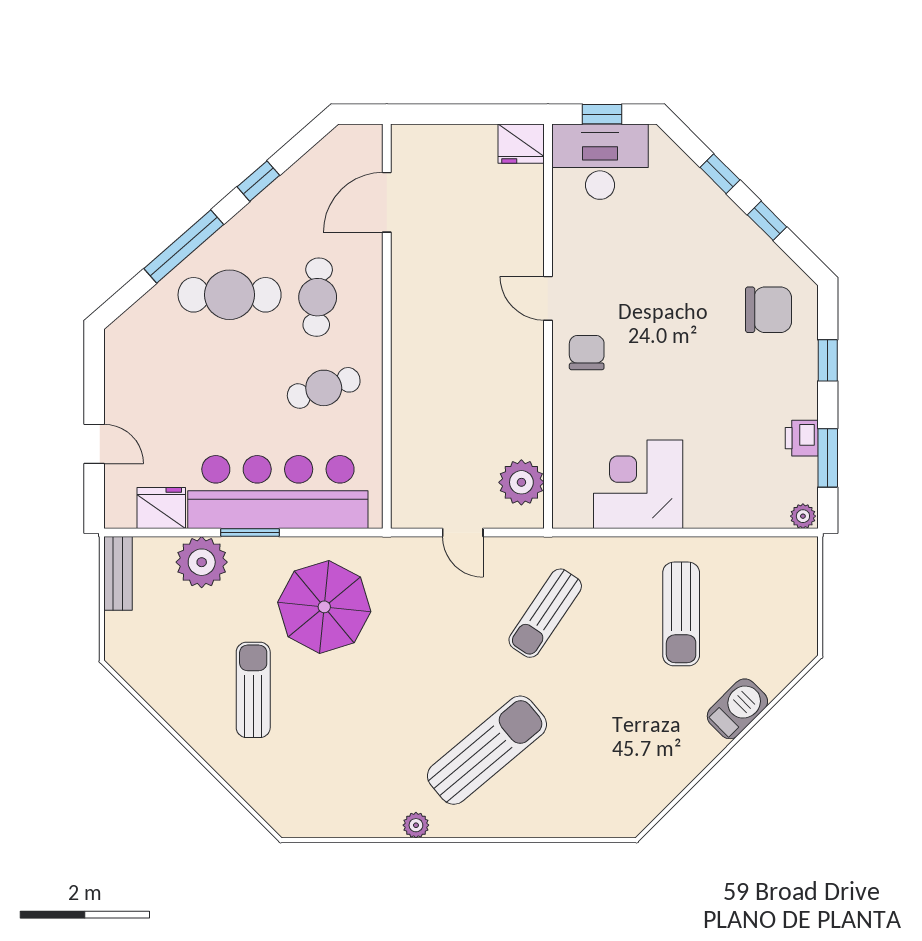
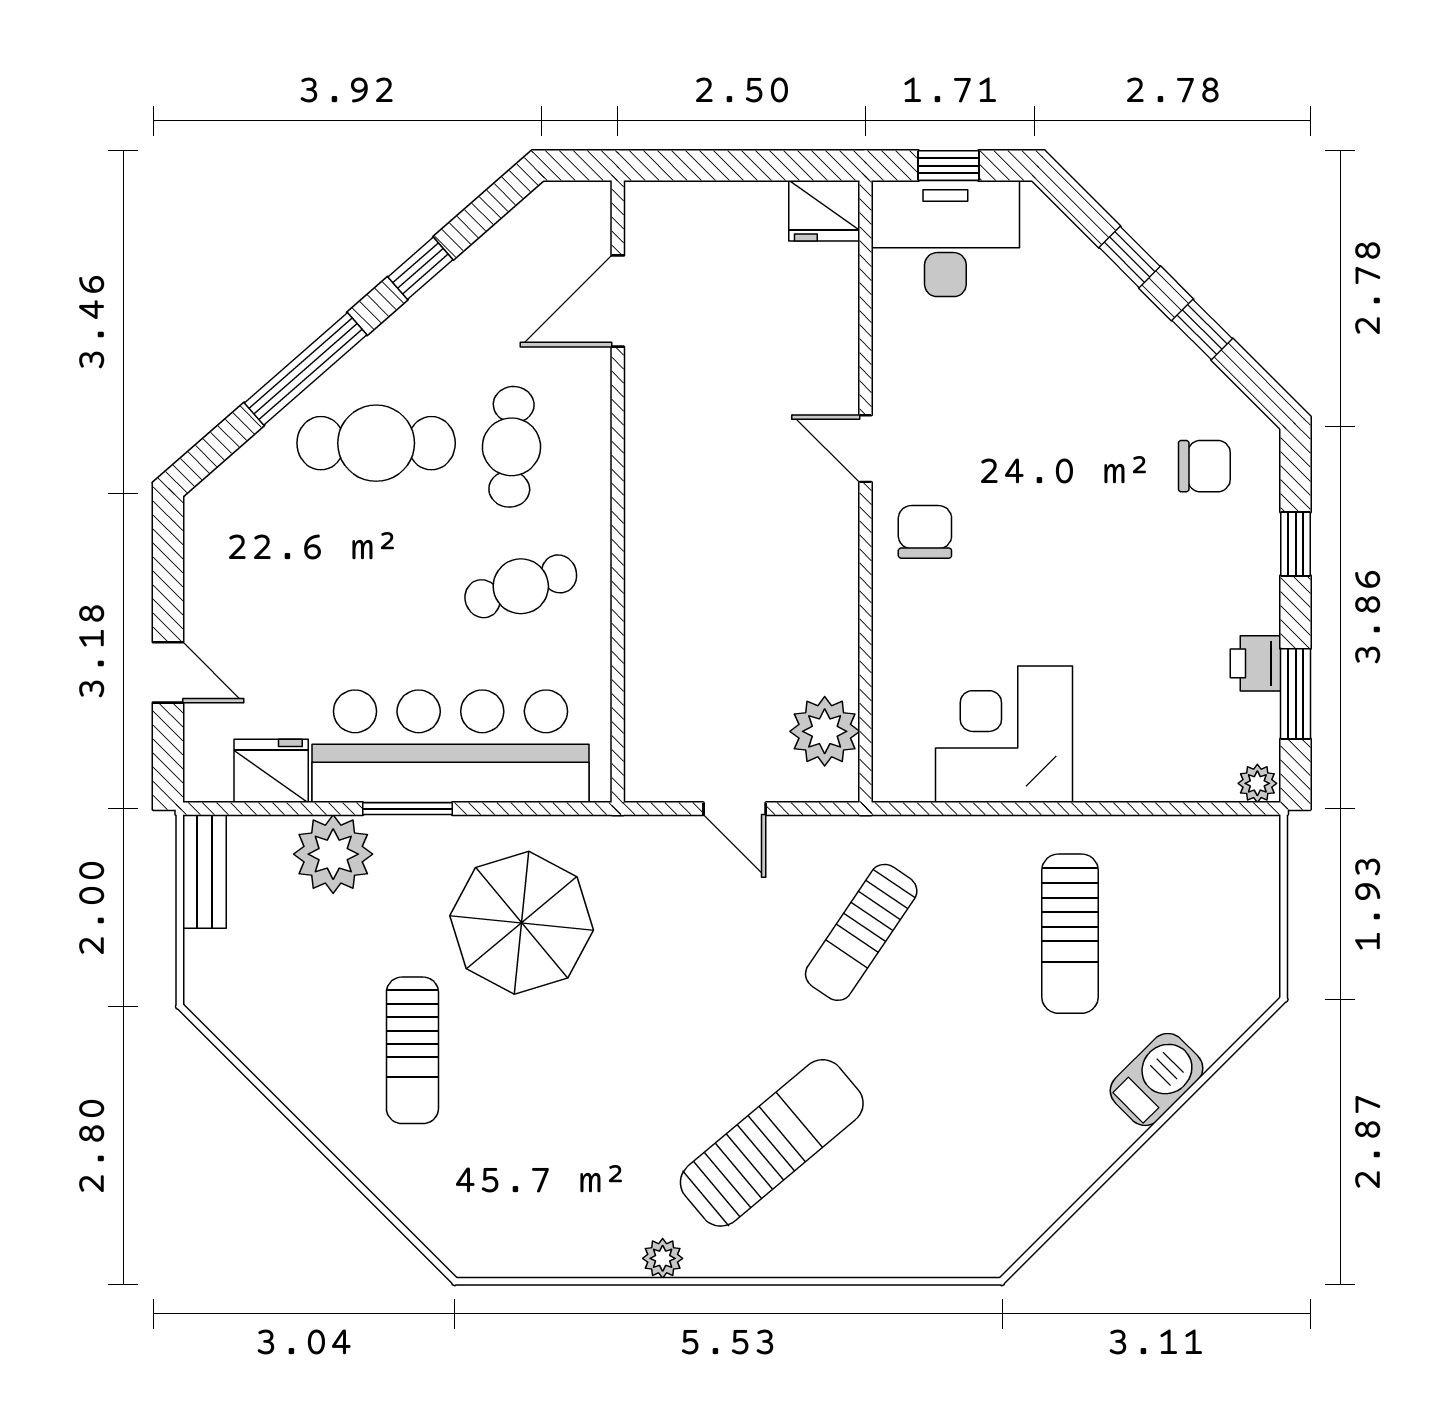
chair: (768, 310) -> (1204, 466), width x0.73, depth x0.73
sun lounger: (253, 690) -> (412, 1050), turned 180

